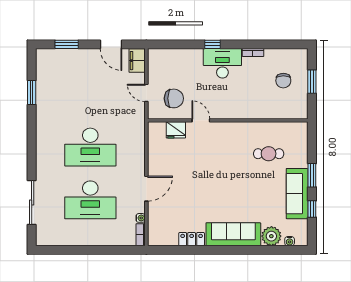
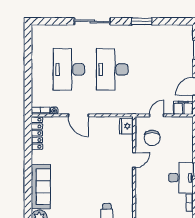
window: (32, 92) -> (142, 21), moved
fridge: (176, 130) -> (126, 126), moved
sliding door: (32, 202) -> (92, 21), moved
locker: (192, 239) -> (37, 133), moved, width x1.53

